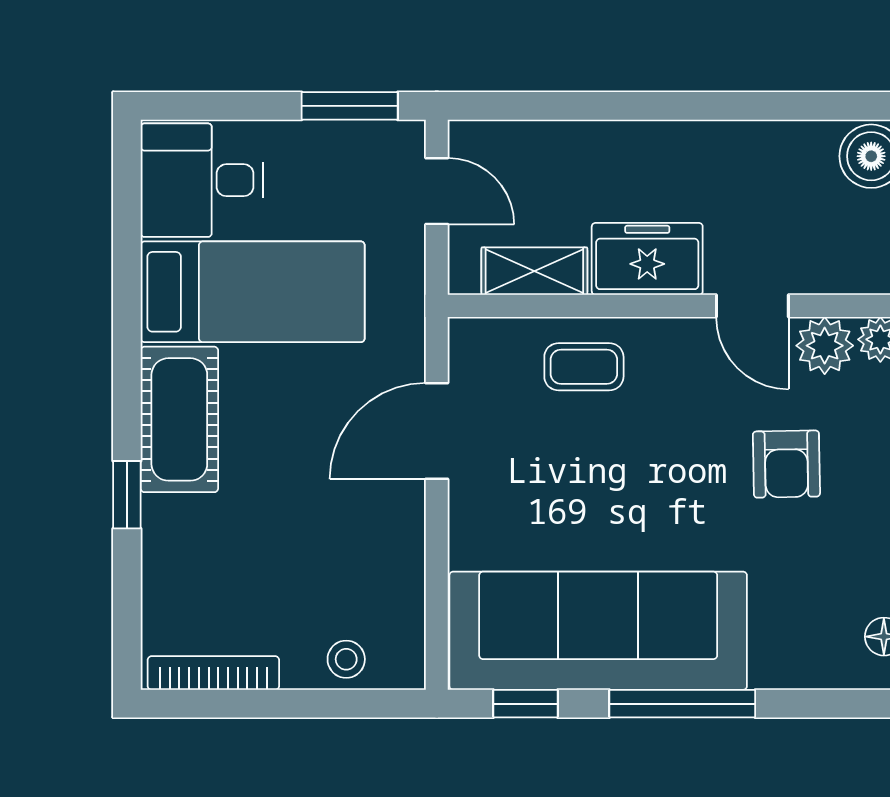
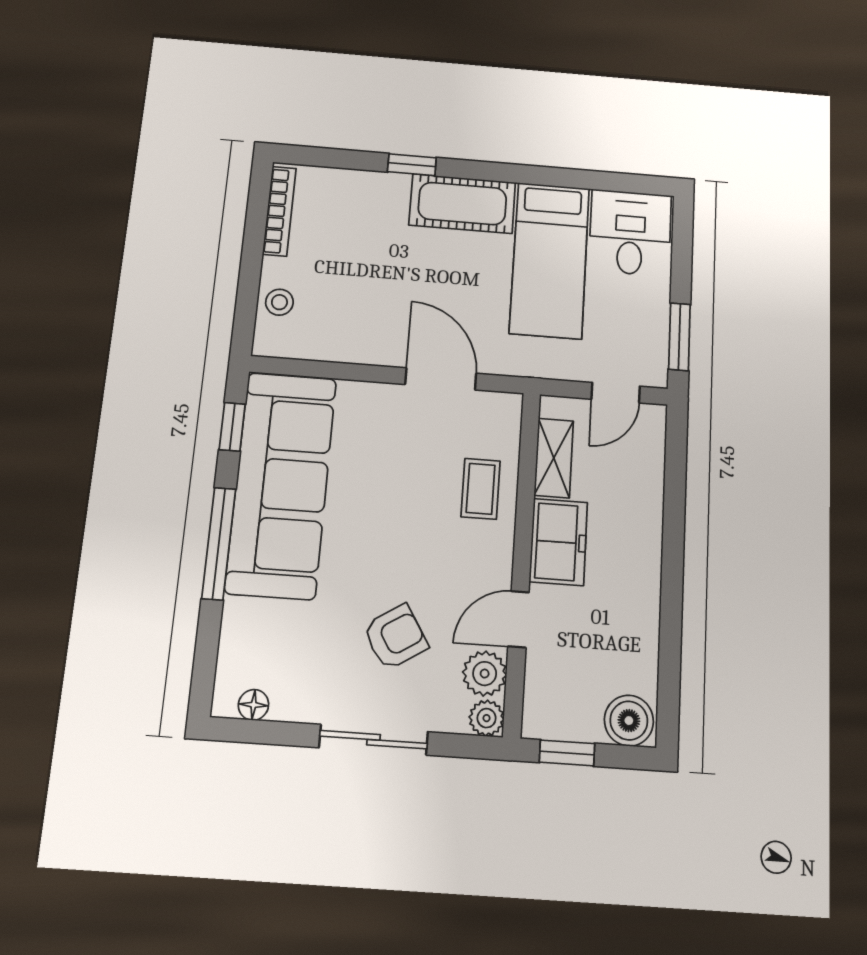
armchair: (786, 464) -> (395, 637), turned 149

